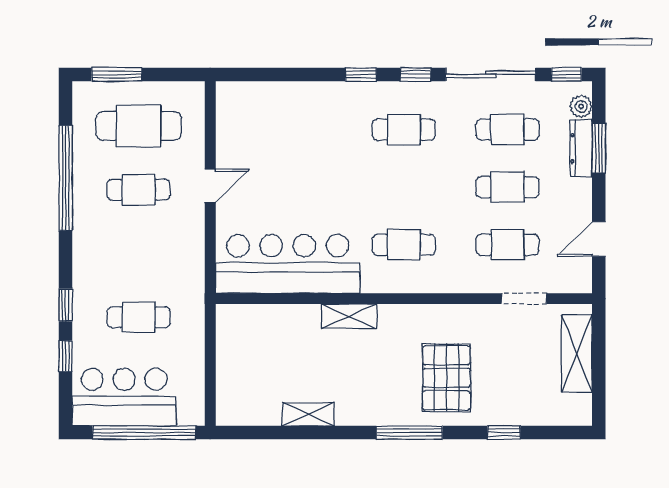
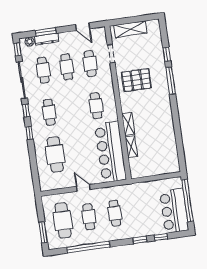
cafe table: (300, 130) -> (55, 154), added
cafe table: (139, 317) -> (115, 213), moved
pallet: (446, 378) -> (136, 80), moved
shelving: (308, 414) -> (131, 147), moved
window: (409, 433) -> (171, 81), moved

